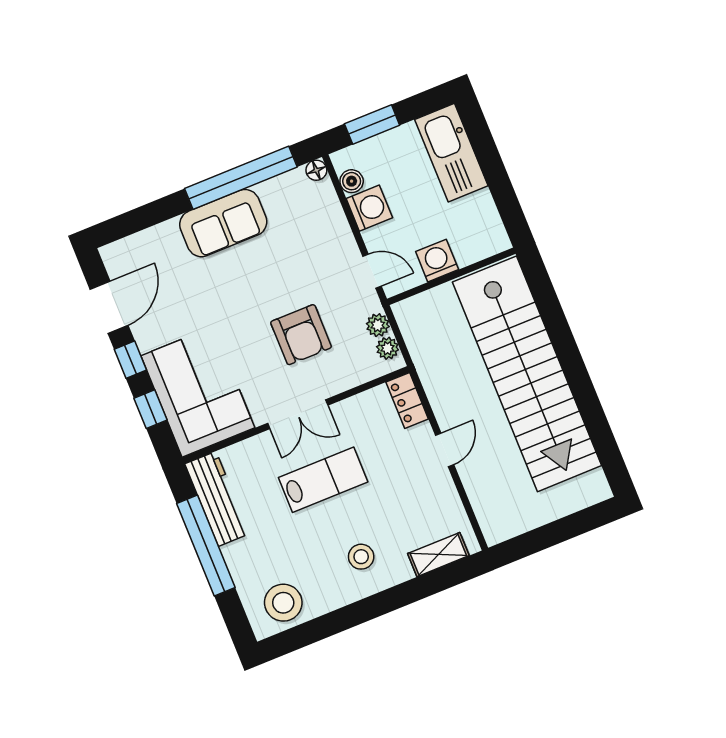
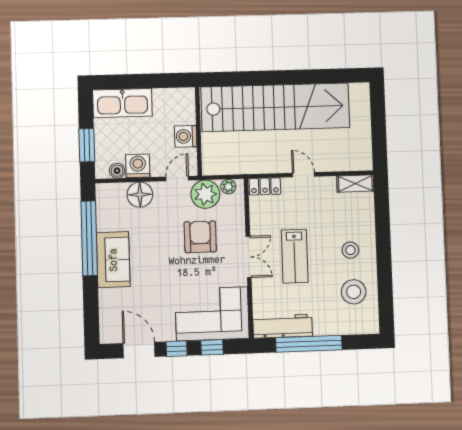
floor lamp: (316, 170) -> (140, 195), moved, width x1.89, depth x1.89
plant: (378, 325) -> (205, 194), width x1.88, depth x1.88
armchair: (301, 335) -> (200, 237), turned -90
lab bench: (323, 480) -> (295, 256), turned 180
shelving: (438, 555) -> (355, 183), moved, turned 90
stool: (283, 603) -> (354, 292), moved

